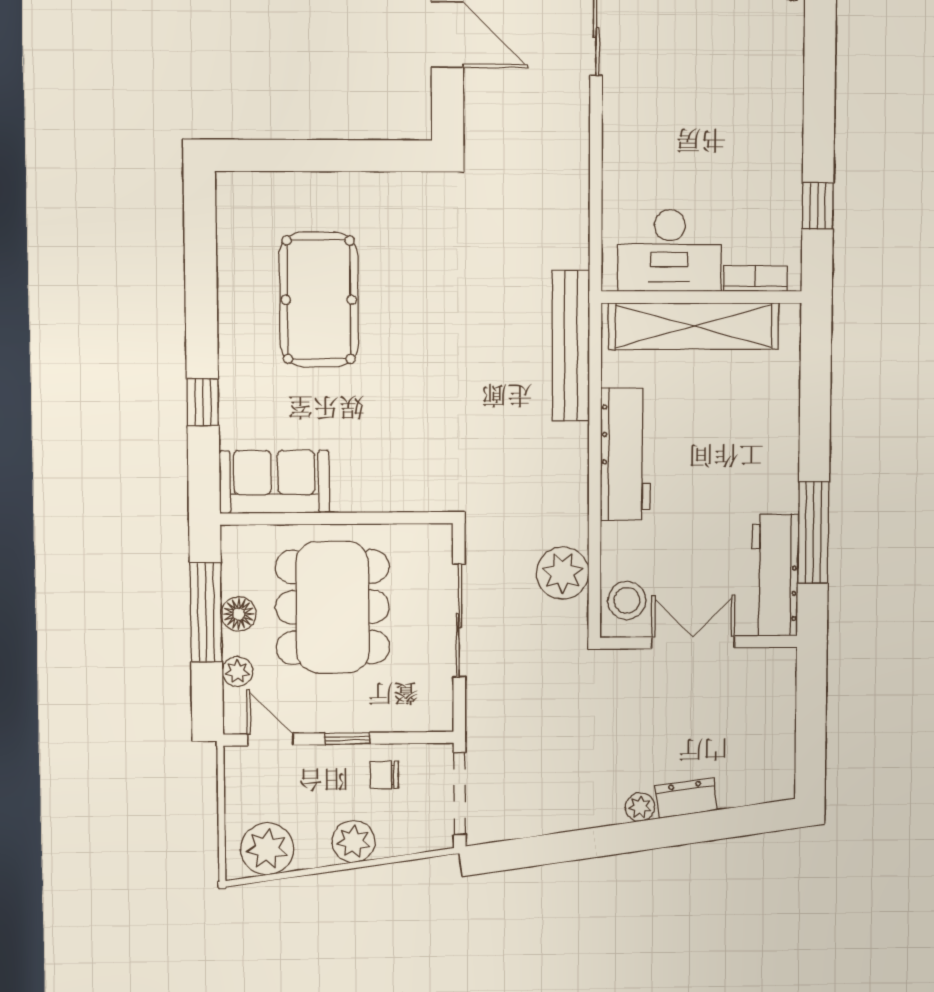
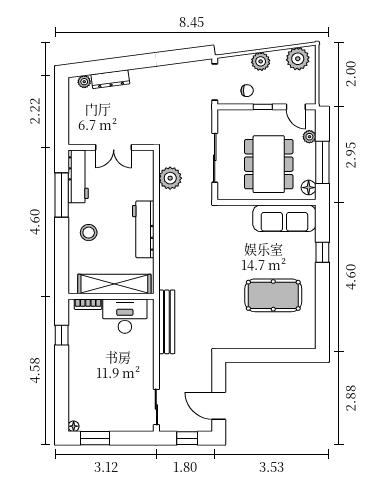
pool table: (319, 300) -> (273, 295), turned 90
bench: (571, 346) -> (167, 322), moved
sofa: (274, 482) -> (284, 218), width x1.36
stool: (627, 601) -> (89, 233), moved
floor lamp: (239, 614) -> (309, 188), moved
dresser: (686, 798) -> (110, 79), width x1.44
plant: (640, 807) -> (84, 82), moved

